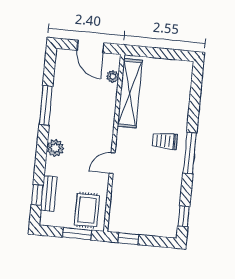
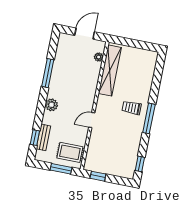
door: (90, 47) -> (85, 34), swing flipped
rug: (87, 210) -> (70, 152), turned 90

